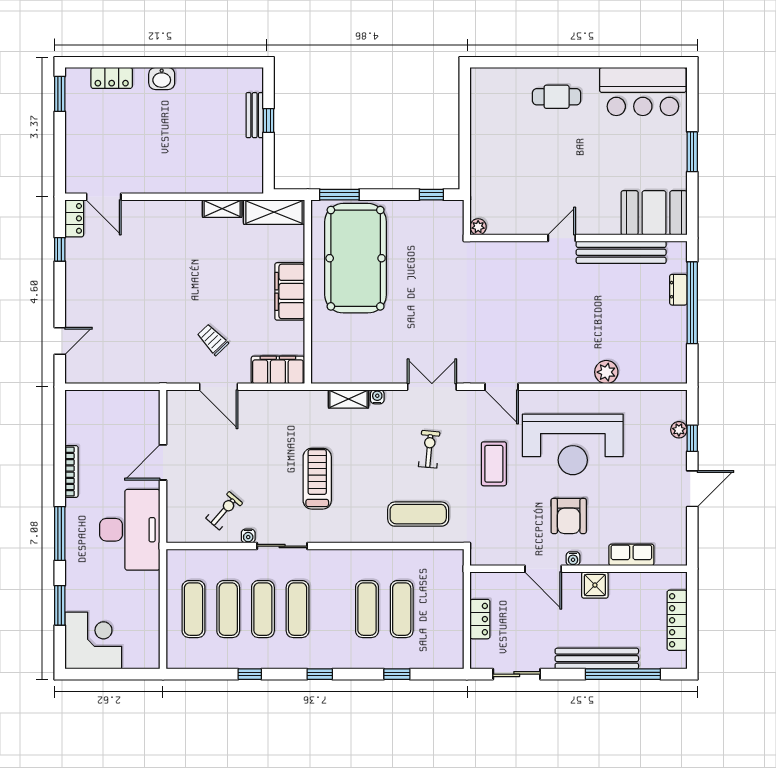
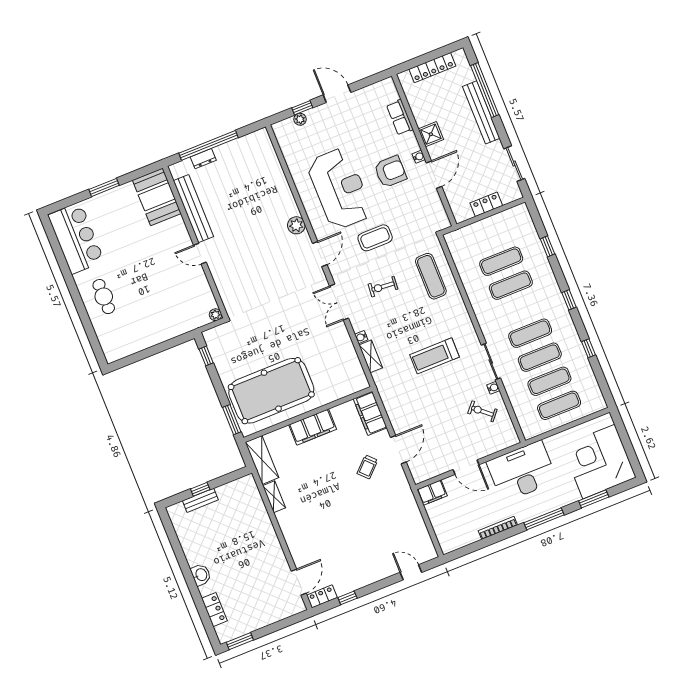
plant: (606, 372) -> (296, 225), moved
filing cabinet: (148, 407) -> (432, 493), added
corner desk: (93, 641) -> (599, 462), width x1.36, depth x1.36

